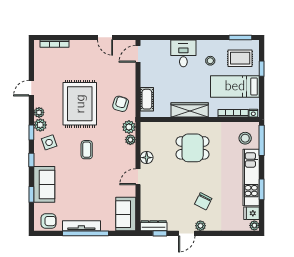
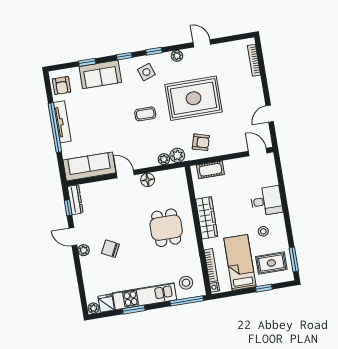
rug: (240, 58) -> (271, 263), turned 90
plant: (40, 125) -> (164, 59), removed
sofa: (126, 214) -> (89, 166), width x1.36

